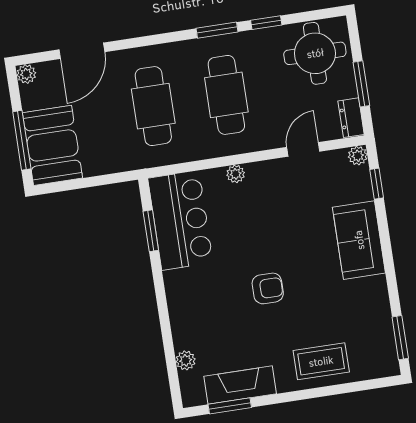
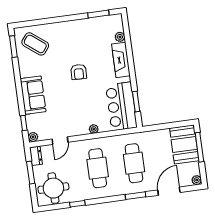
window: (217, 30) -> (136, 196), moved
armchair: (268, 288) -> (79, 72), turned -88
coffee table: (321, 361) -> (35, 44), moved, turned 38
fireplace: (240, 385) -> (121, 60), moved, turned 90

